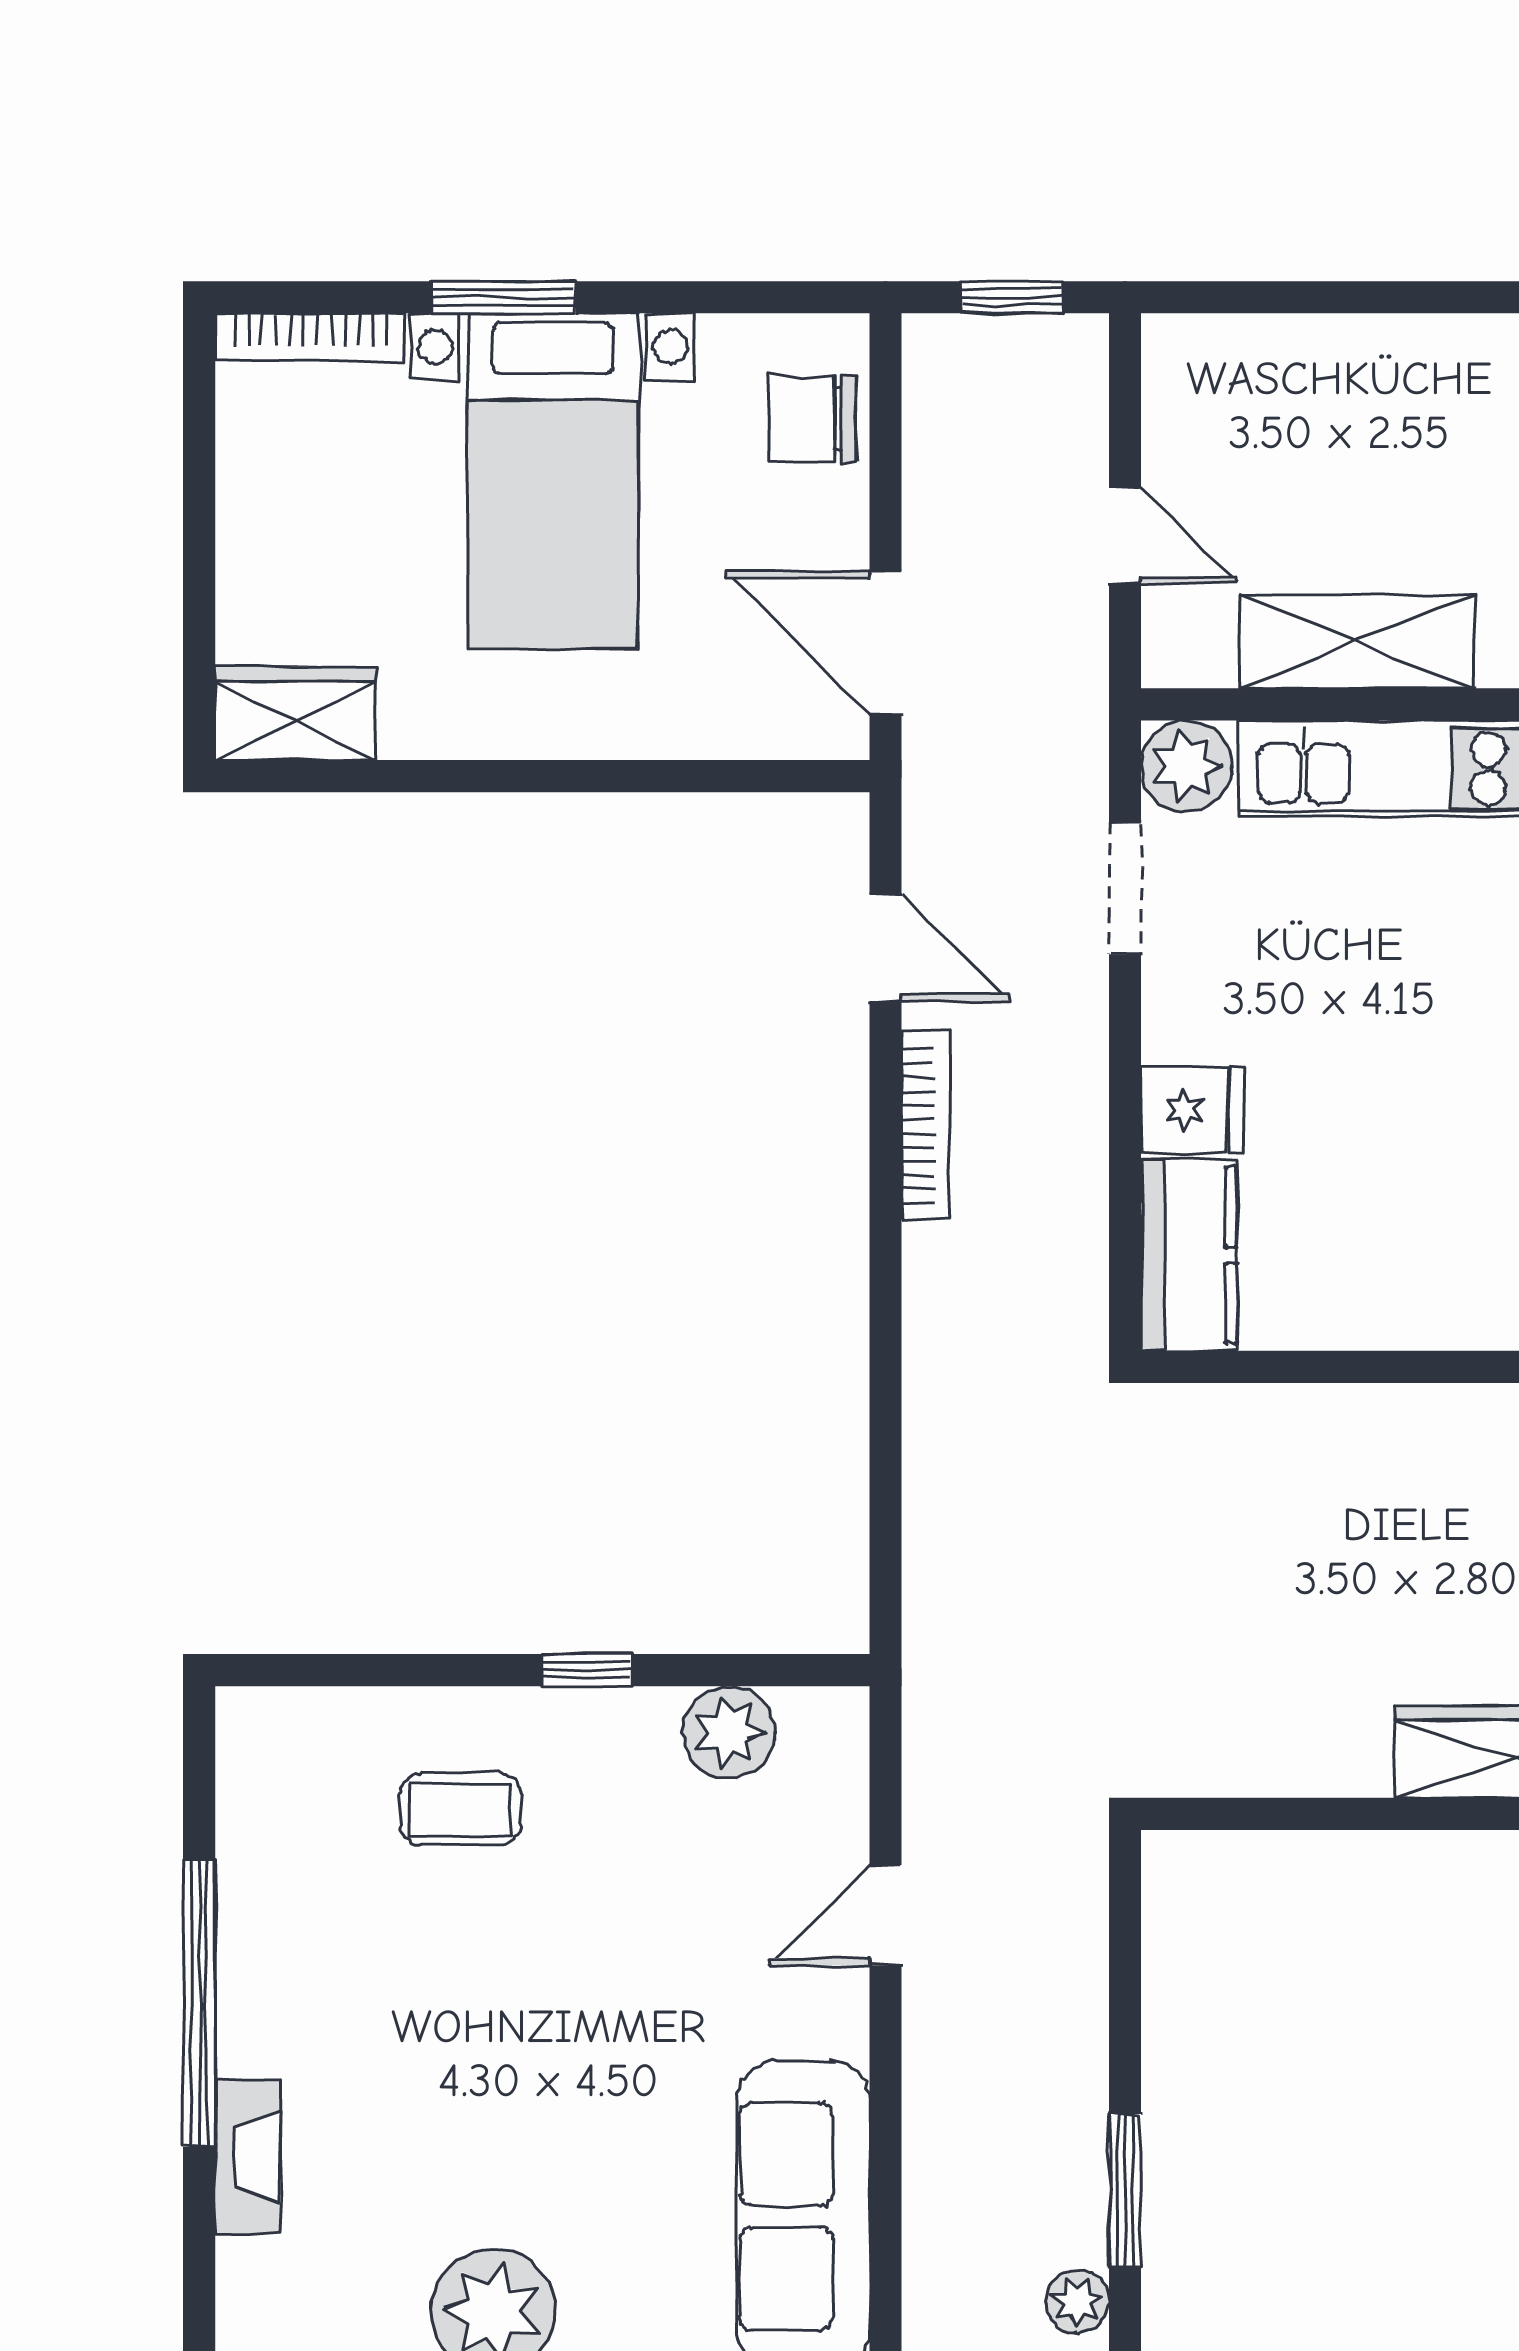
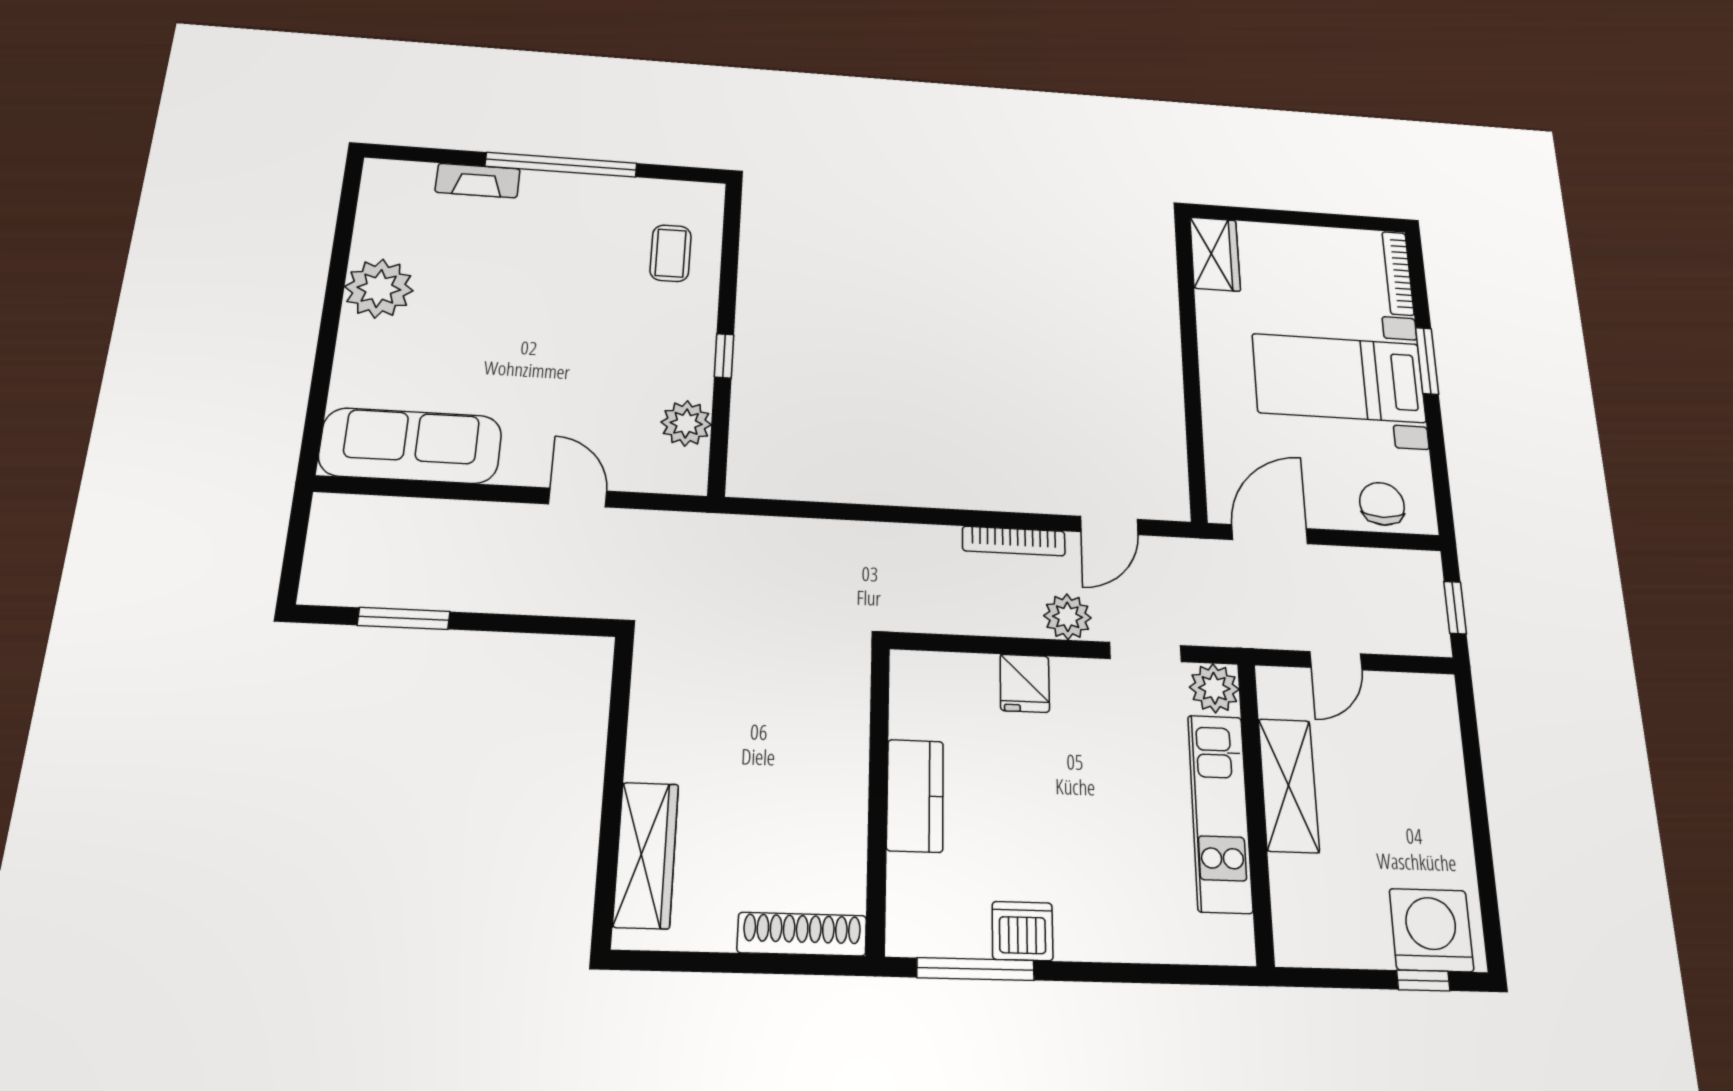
kitchen counter: (1189, 1255) -> (915, 796), moved, turned -90
coffee table: (461, 1809) -> (671, 253), moved
plant: (1077, 2302) -> (1068, 617), moved, width x1.38, depth x1.38

